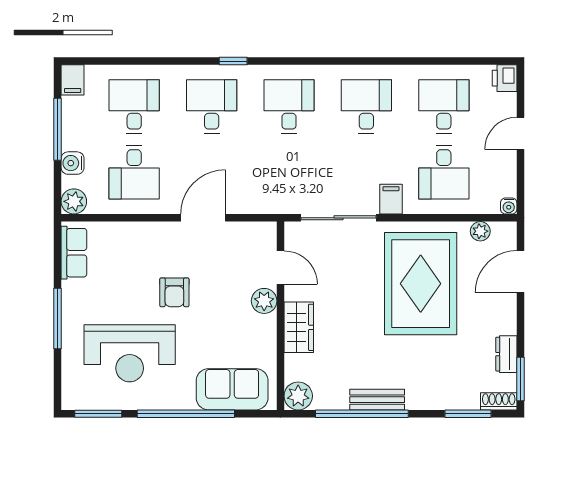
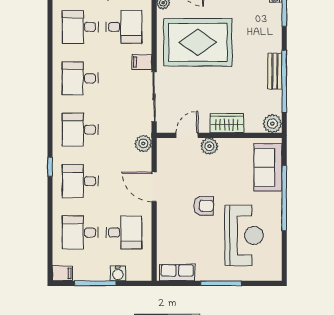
plant: (74, 201) -> (143, 143), moved
window: (98, 414) -> (284, 256), removed

